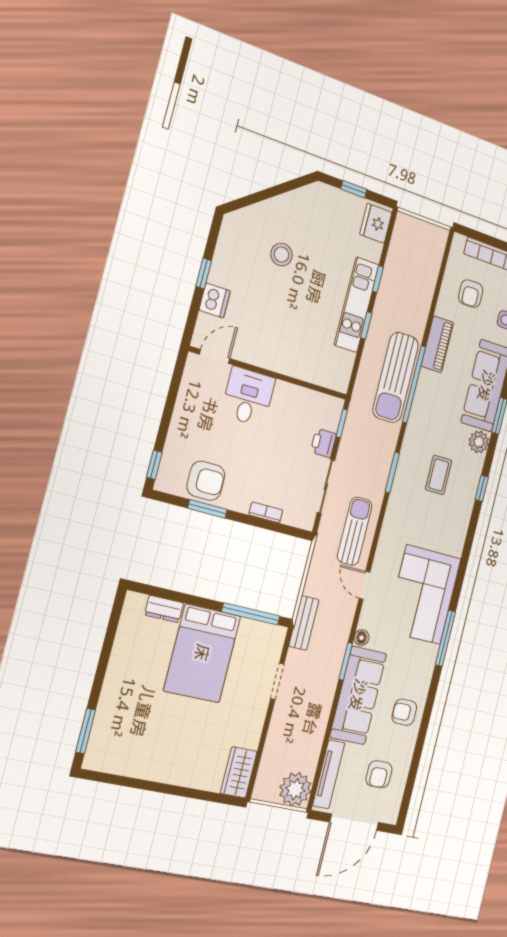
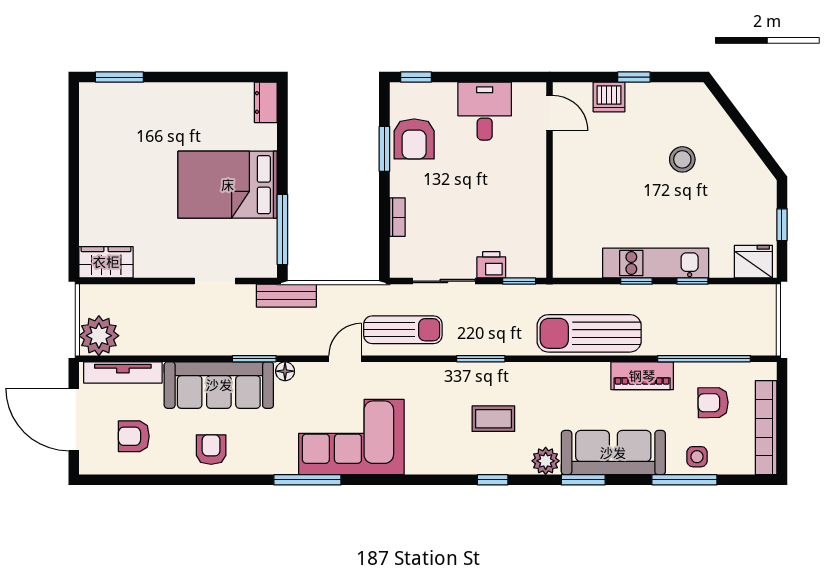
window: (414, 384) -> (704, 359), moved
desk: (248, 397) -> (485, 111), moved, turned -90
dresser: (164, 609) -> (266, 102), moved

